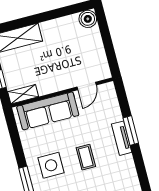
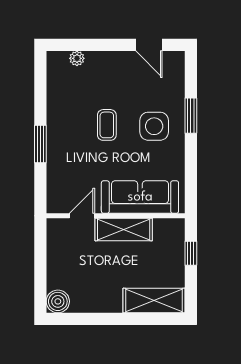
shelving: (23, 94) -> (124, 230), moved, width x1.50, depth x1.33
tv unit: (122, 138) -> (55, 137), removed

